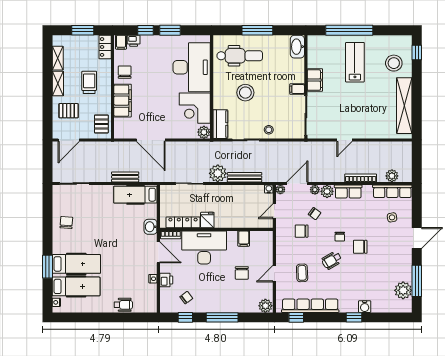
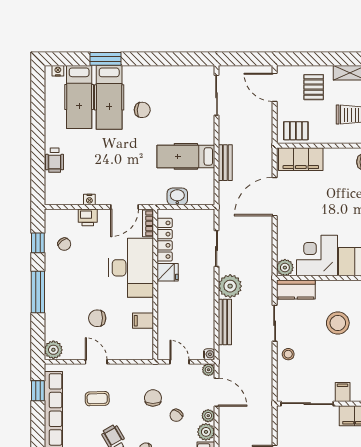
filing cabinet: (123, 101) -> (301, 159), moved
hospital bed: (135, 195) -> (186, 156), moved, turned -90
chair: (66, 223) -> (142, 110), moved
washbasin: (151, 227) -> (177, 196), moved

